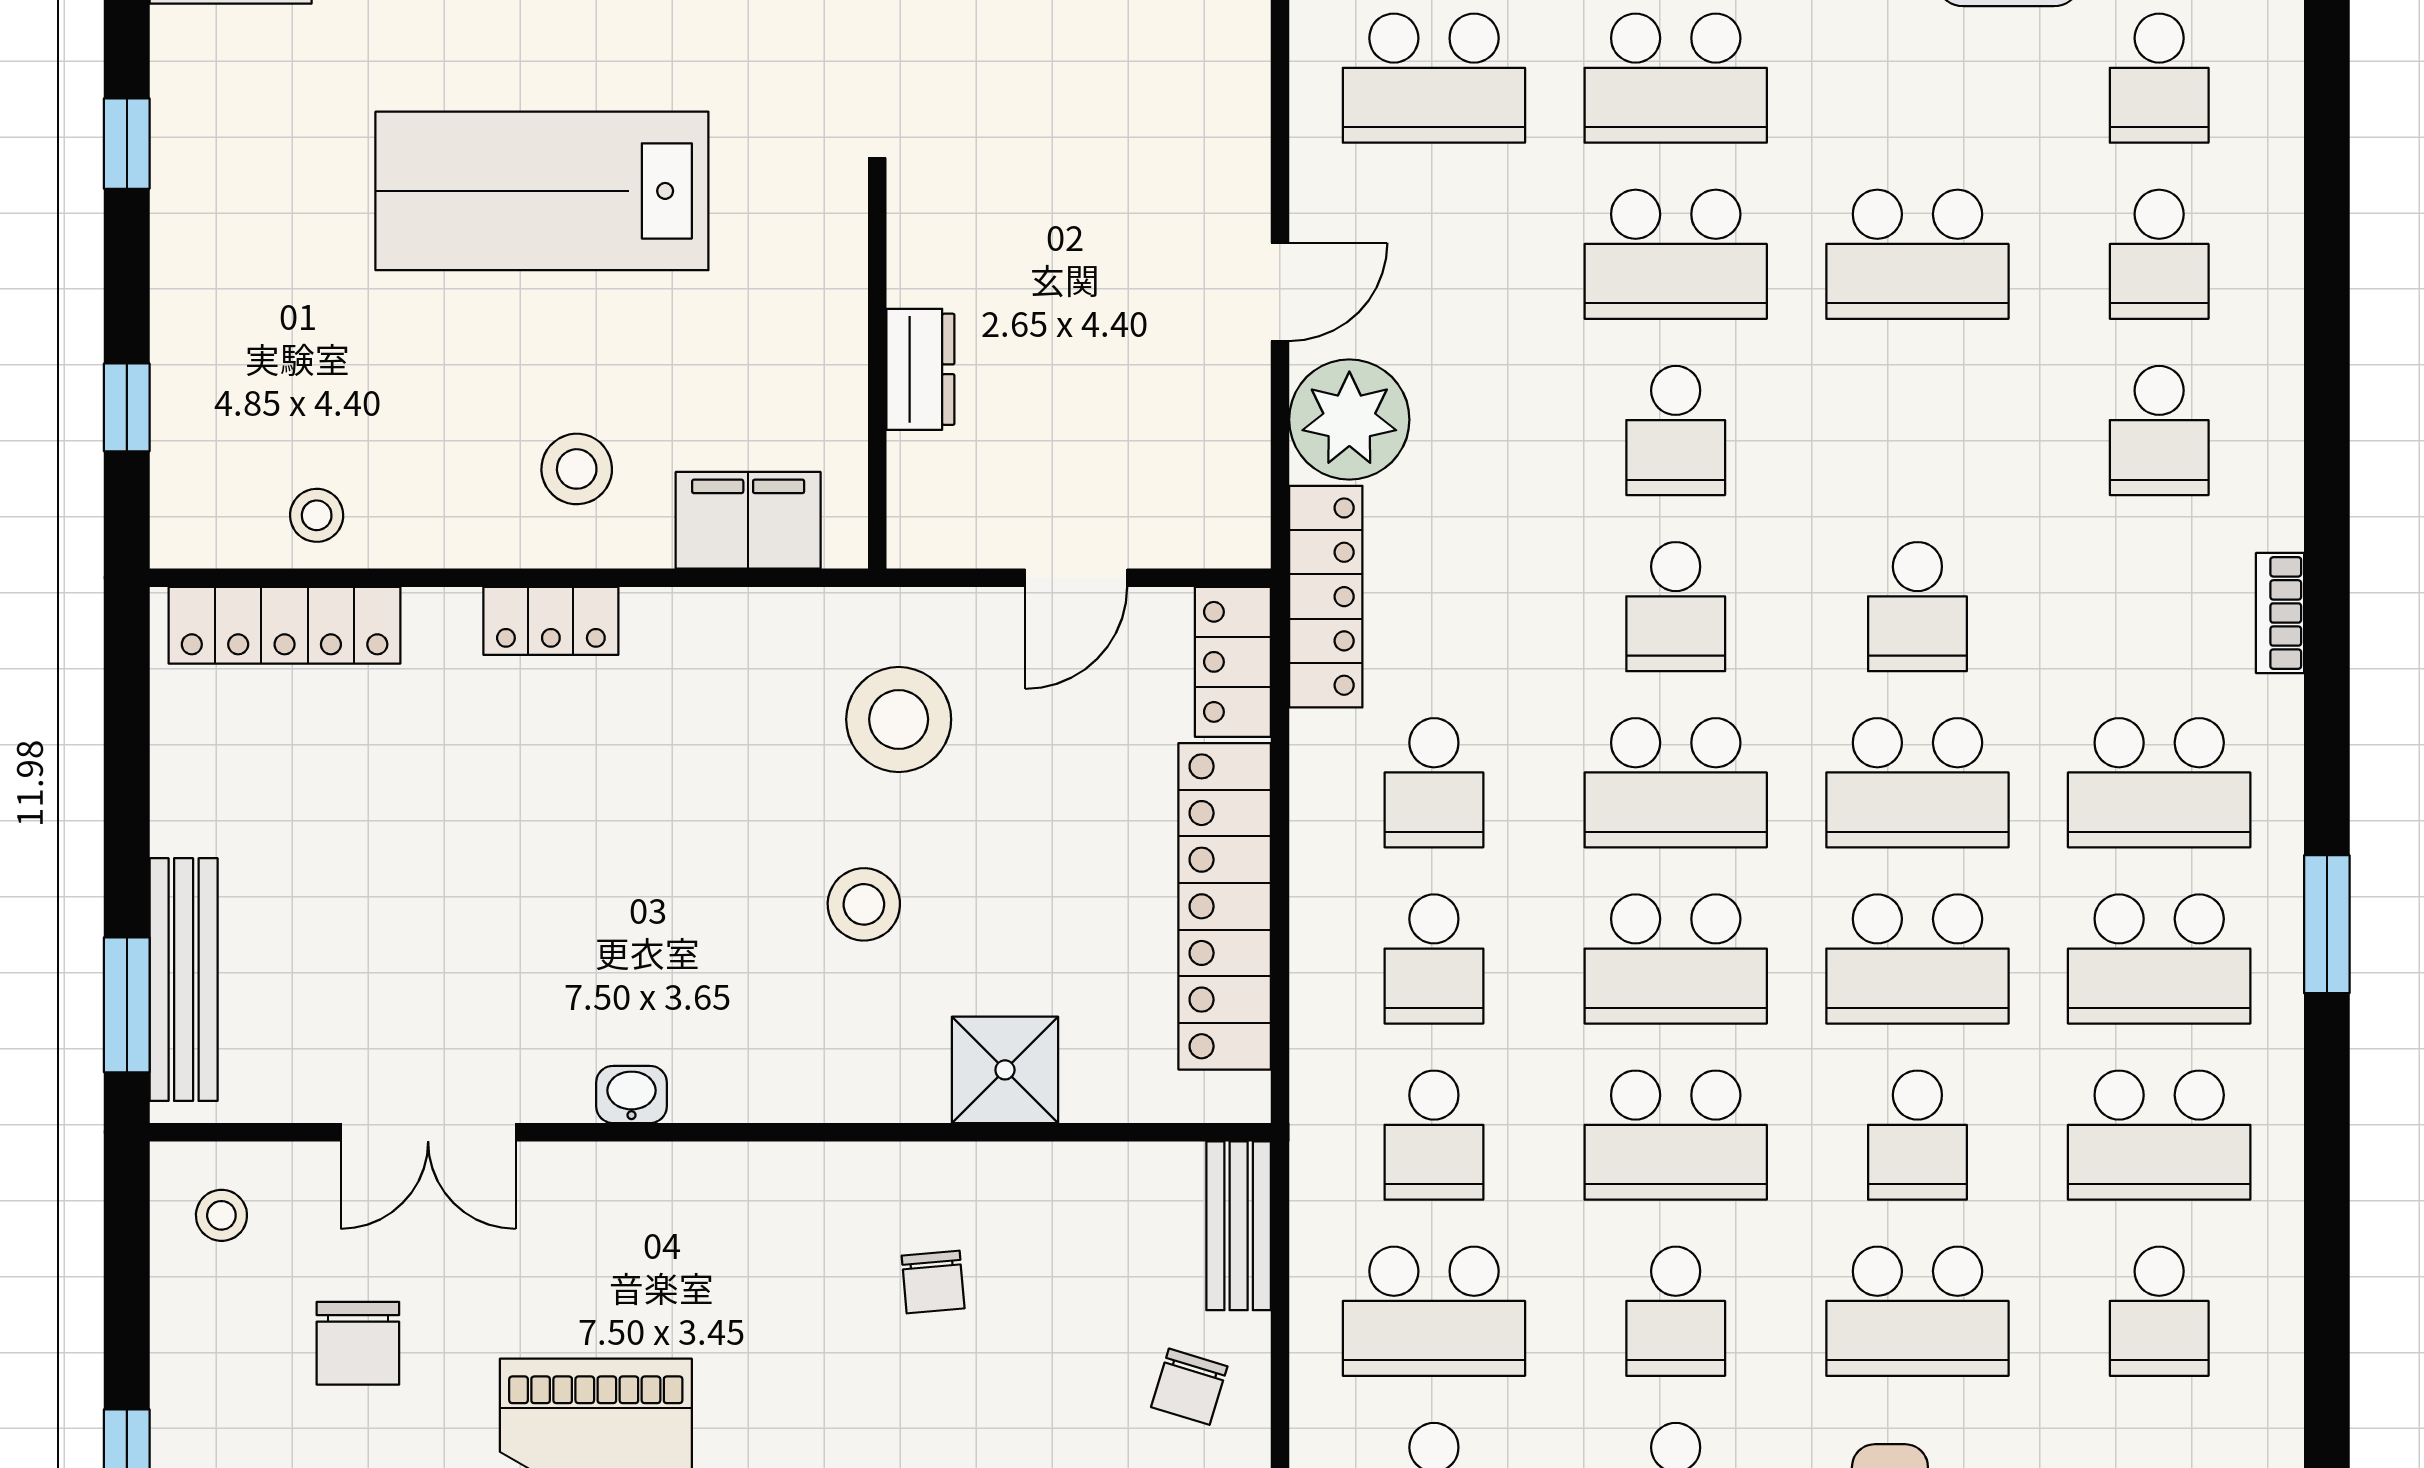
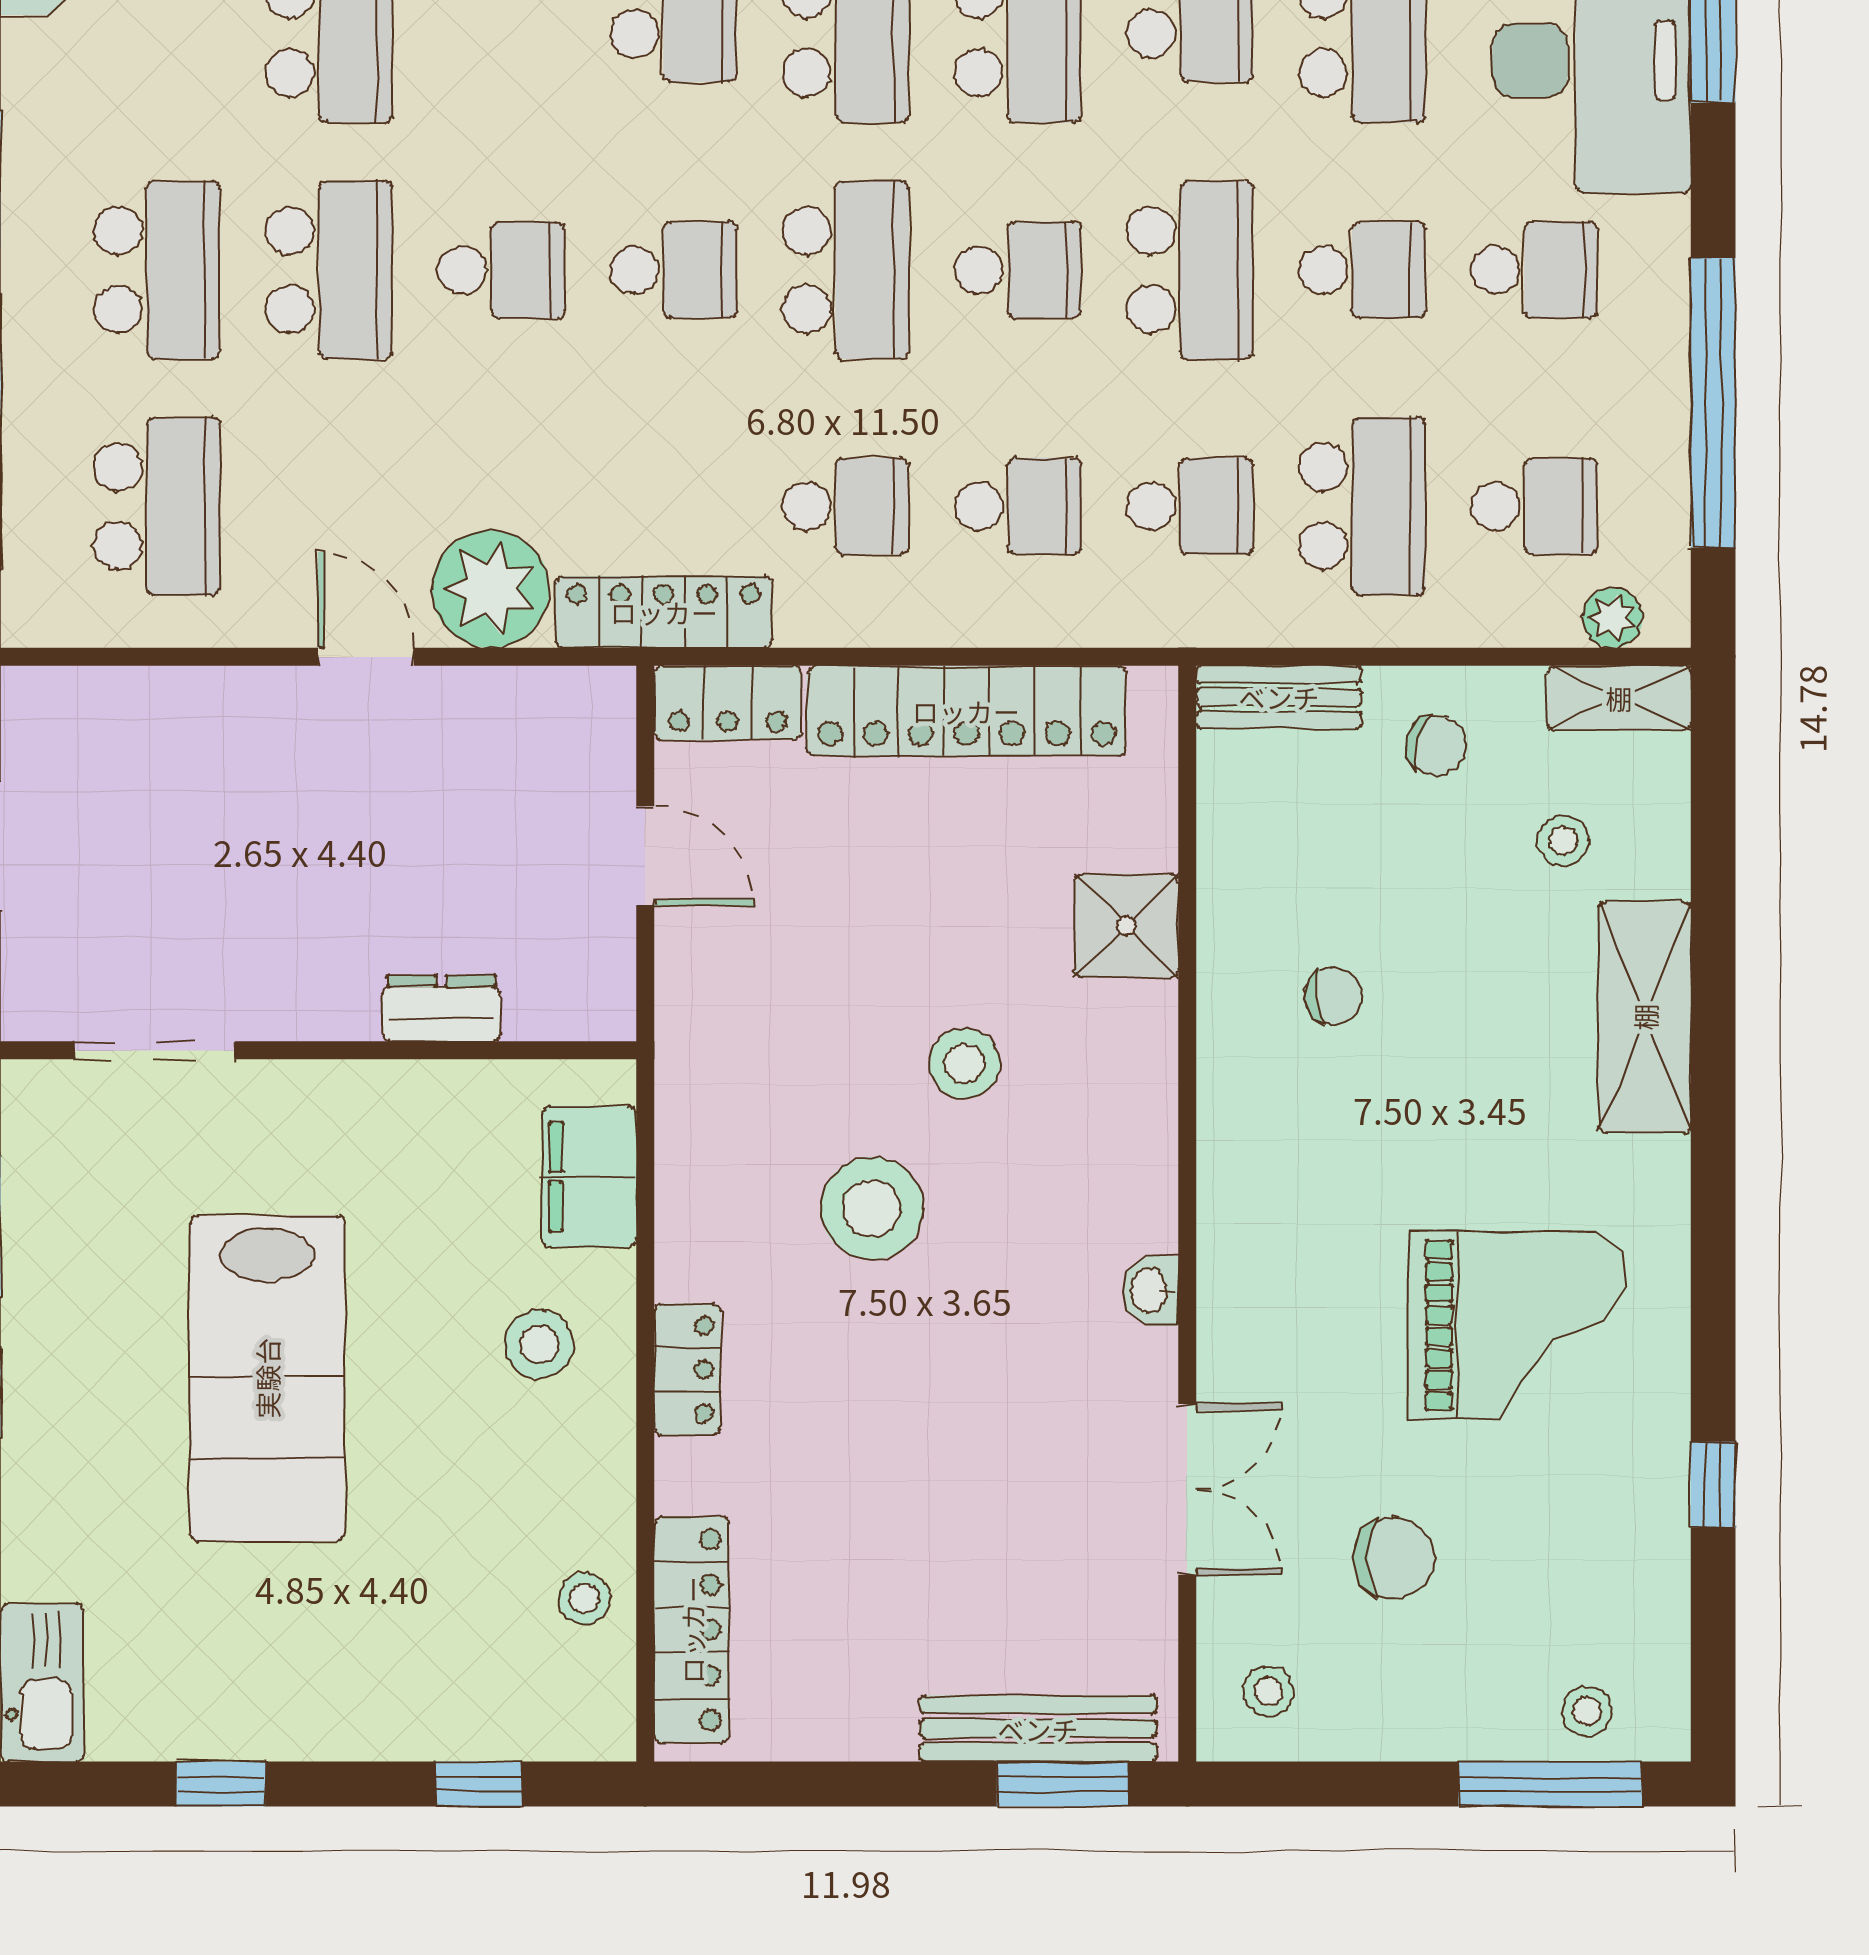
stool: (899, 719) -> (872, 1208), moved
school desk: (1676, 959) -> (1018, 270), width x0.54

